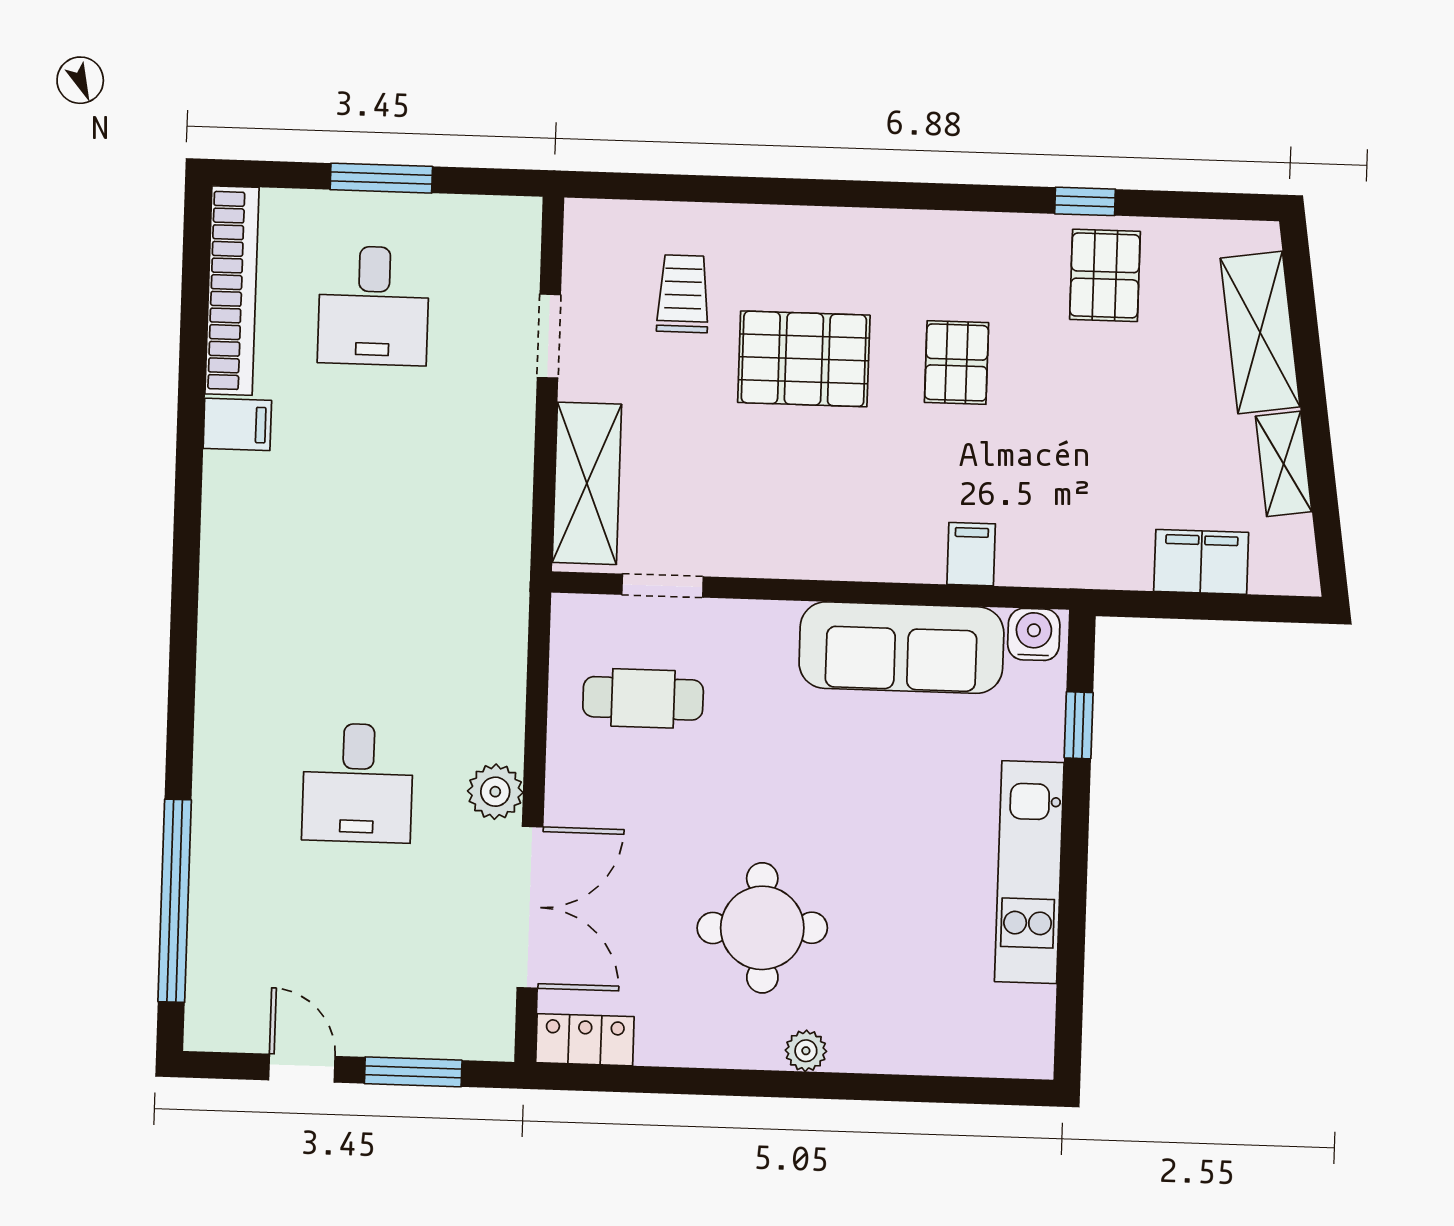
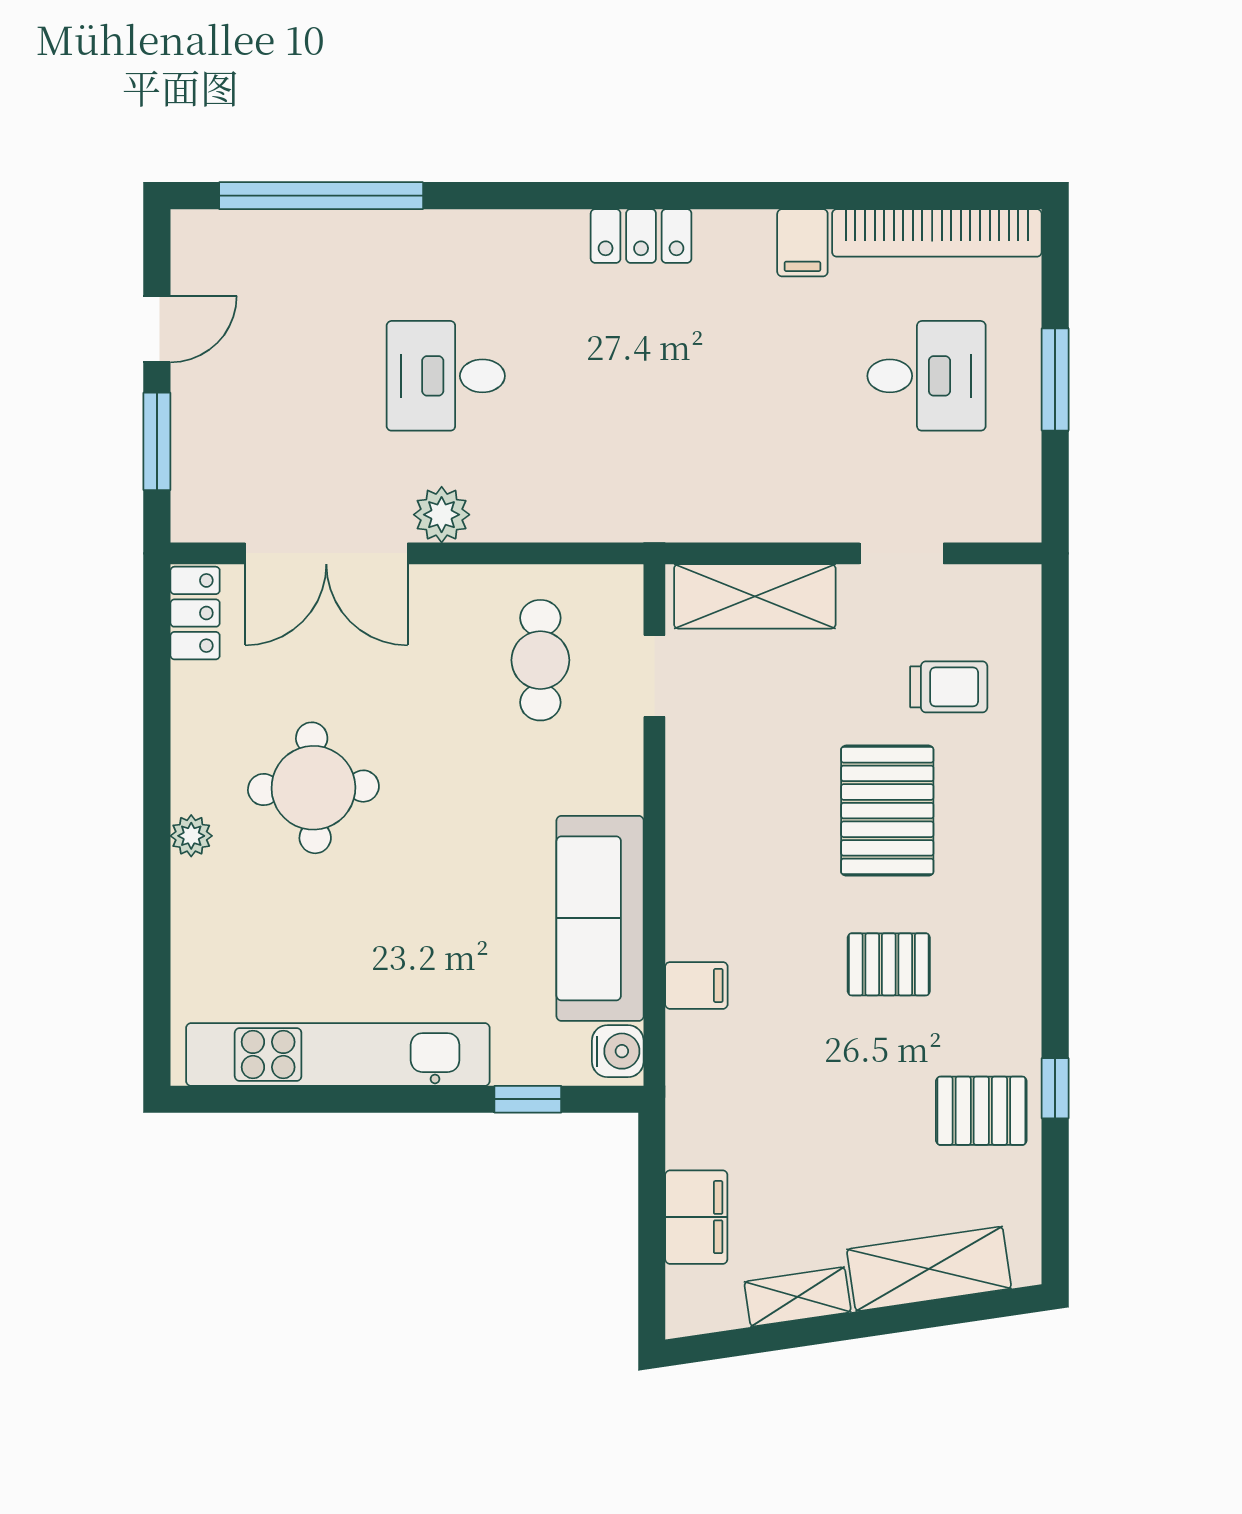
desk: (374, 306) -> (926, 376), turned 180
locker: (225, 584) -> (641, 236), added
kitchen unit: (1029, 872) -> (338, 1054), width x1.36

